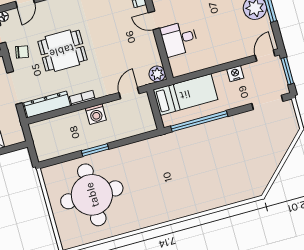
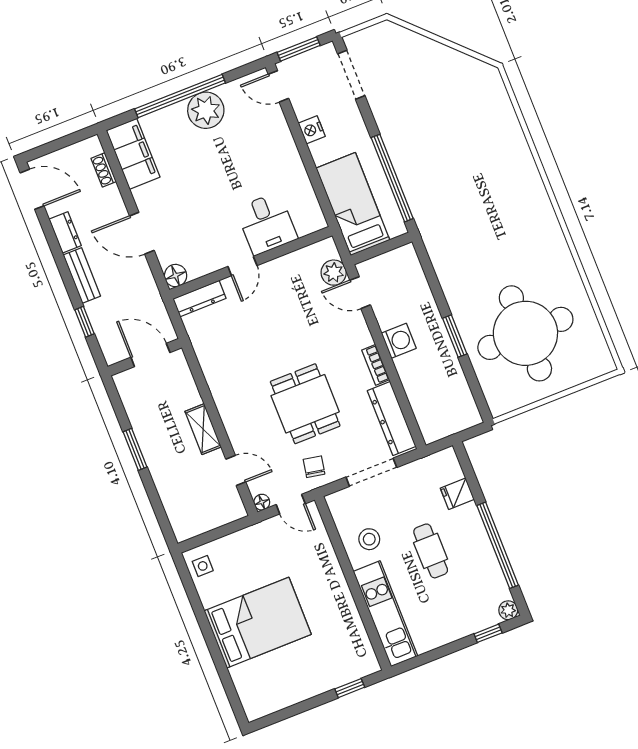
plant: (157, 74) -> (334, 273), moved

